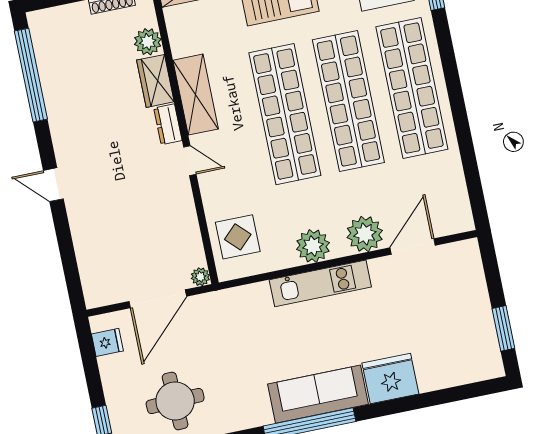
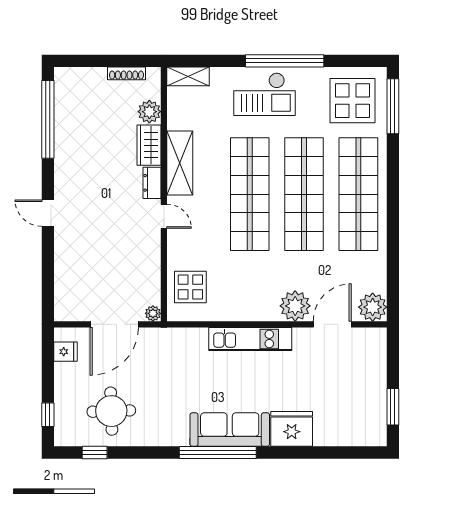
plant: (313, 246) -> (373, 307), moved

